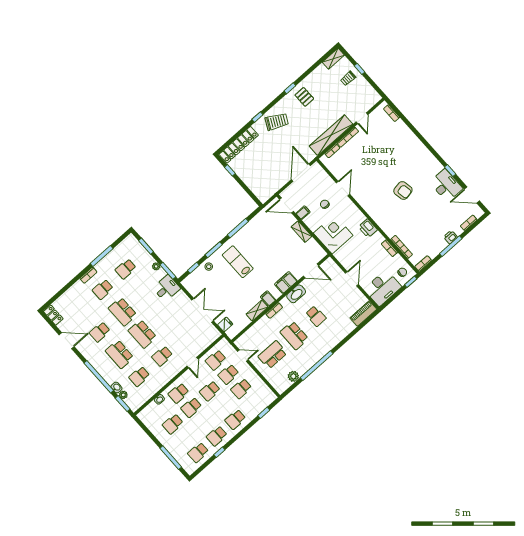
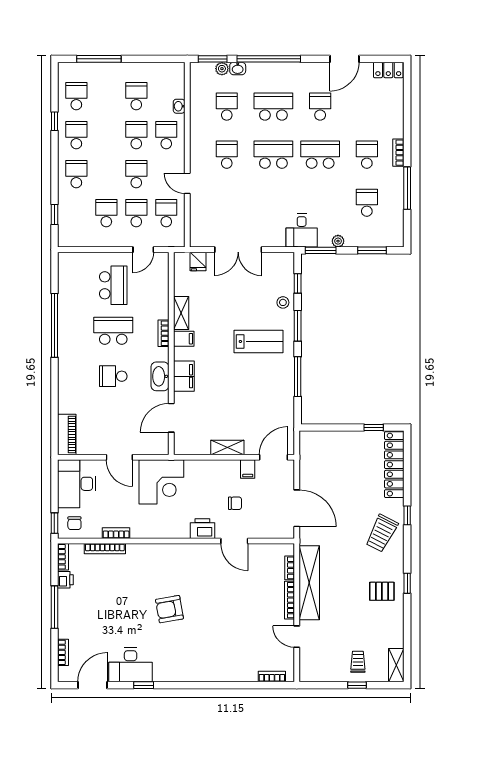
printer: (368, 228) -> (202, 529), moved
corner desk: (333, 234) -> (161, 482), moved
printer: (450, 237) -> (65, 580), moved
plant: (293, 376) -> (66, 287), removed

